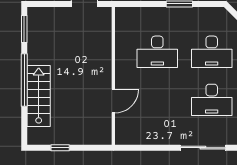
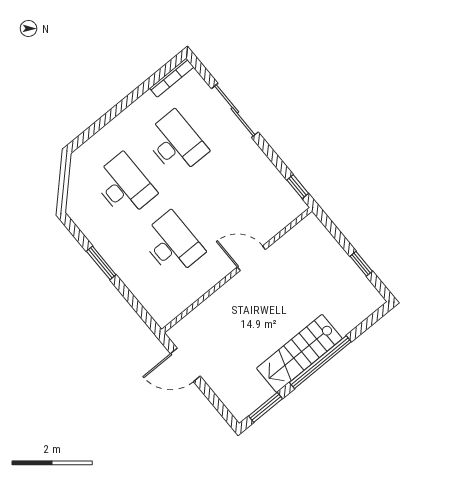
stairs: (39, 96) -> (299, 353), moved
door: (113, 101) -> (251, 258), moved
window: (132, 148) -> (298, 187), added

